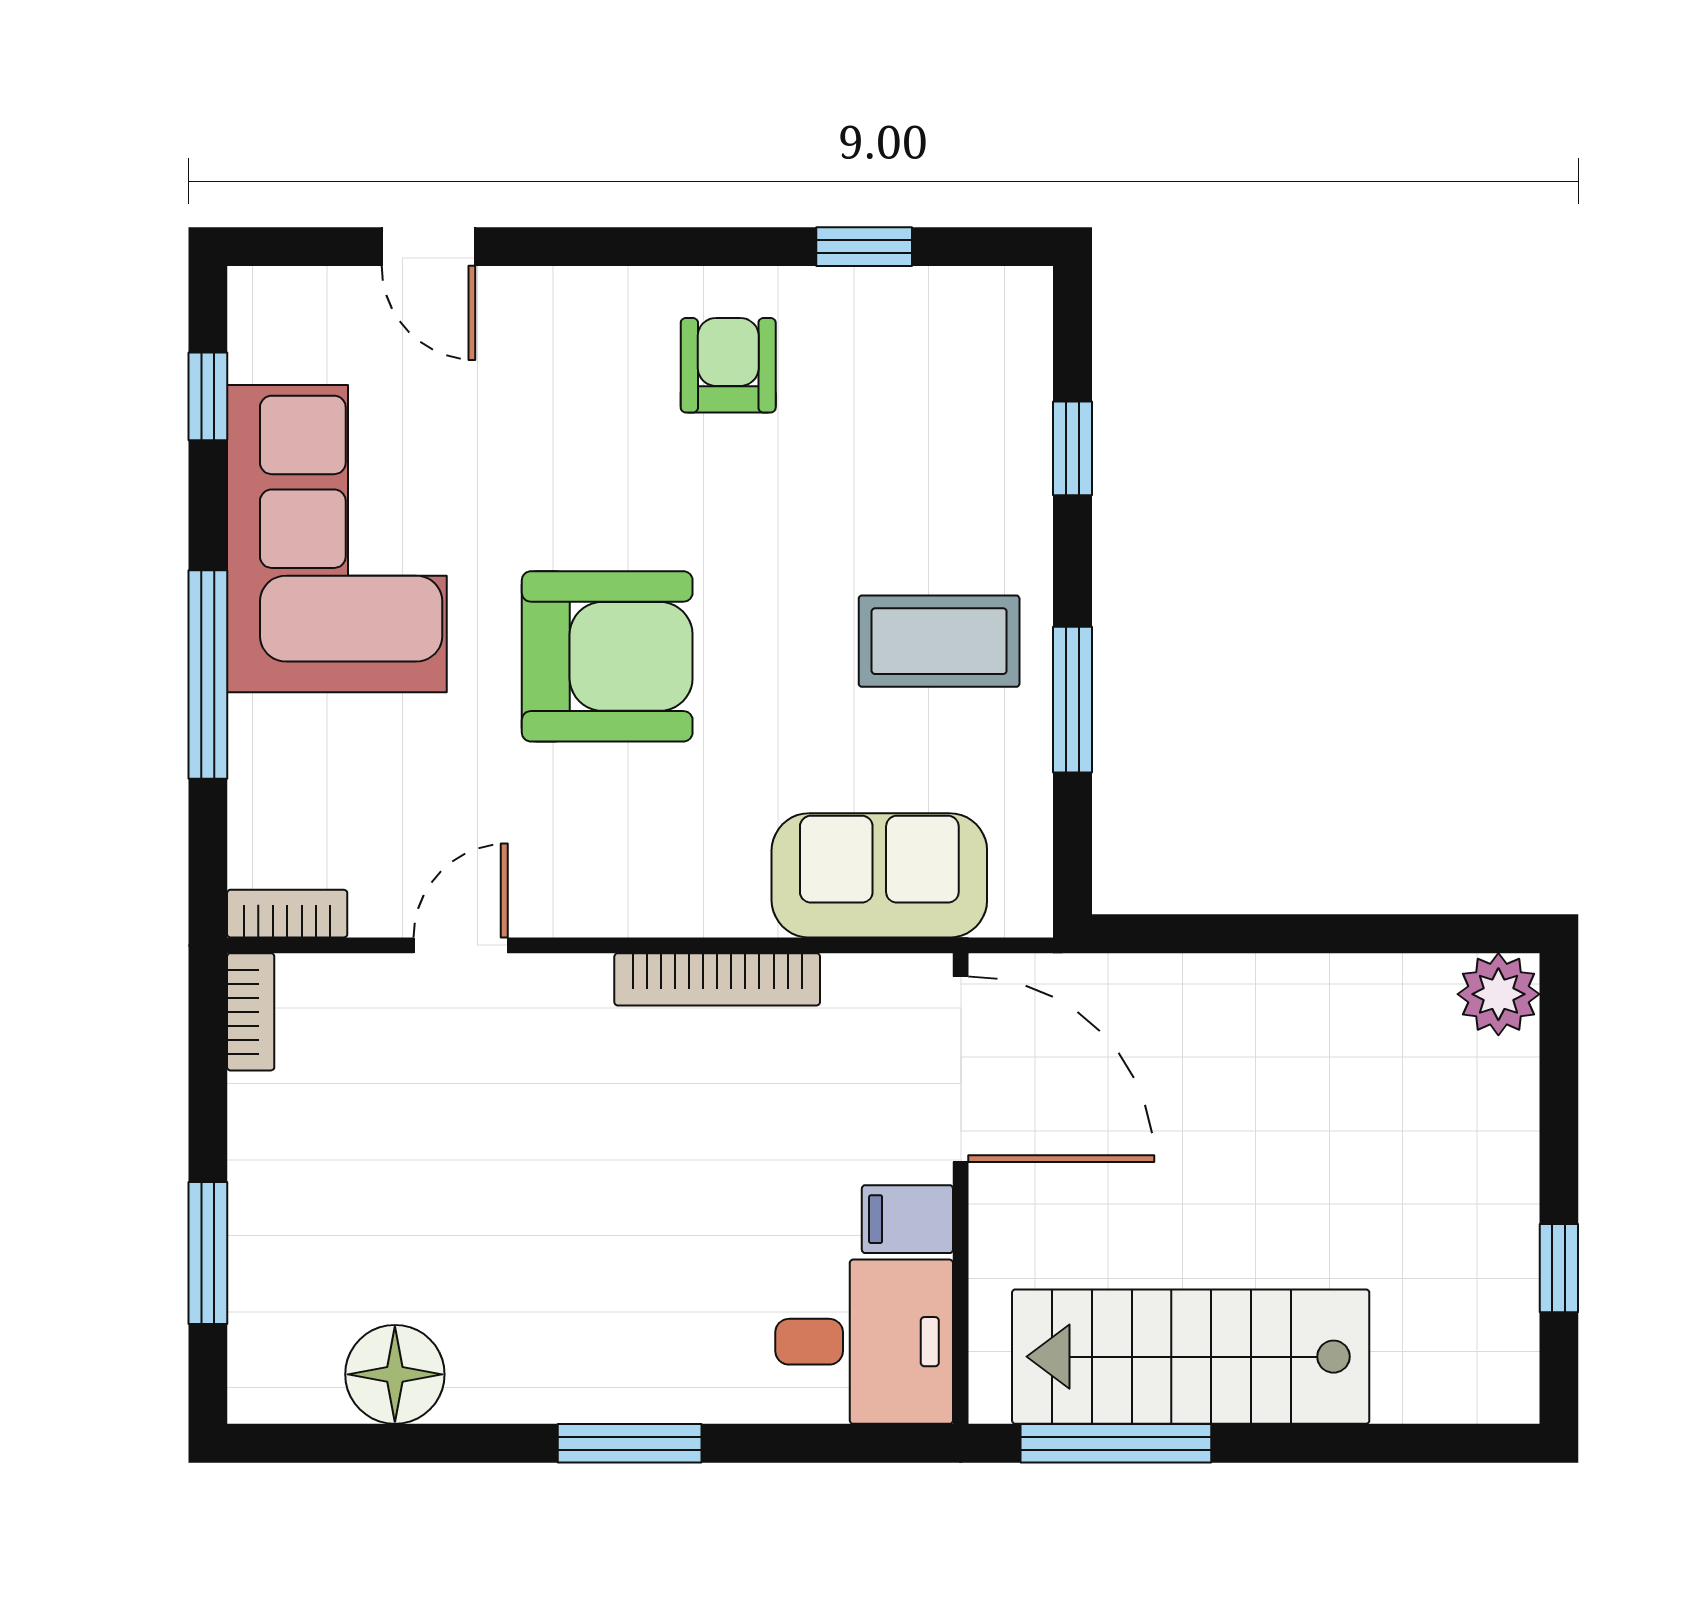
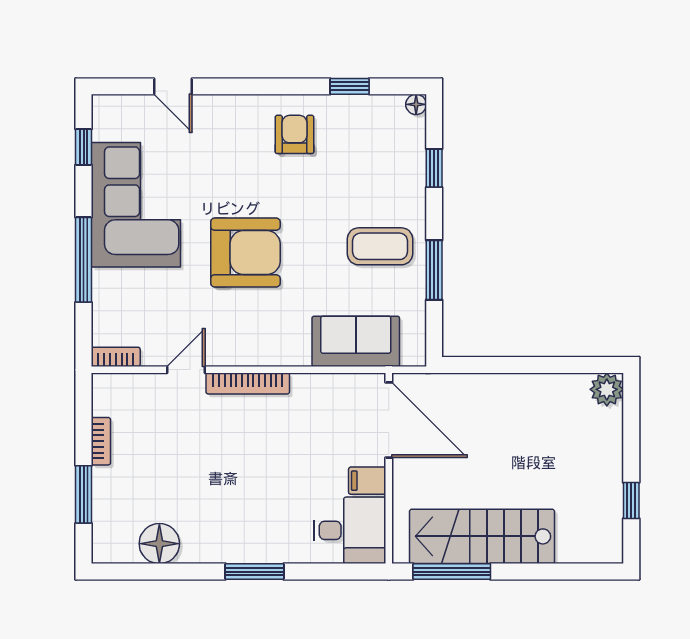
floor lamp: (1028, 291) -> (416, 104), added
bookcase: (717, 979) -> (248, 383), moved
bookcase: (251, 1012) -> (101, 441), moved

